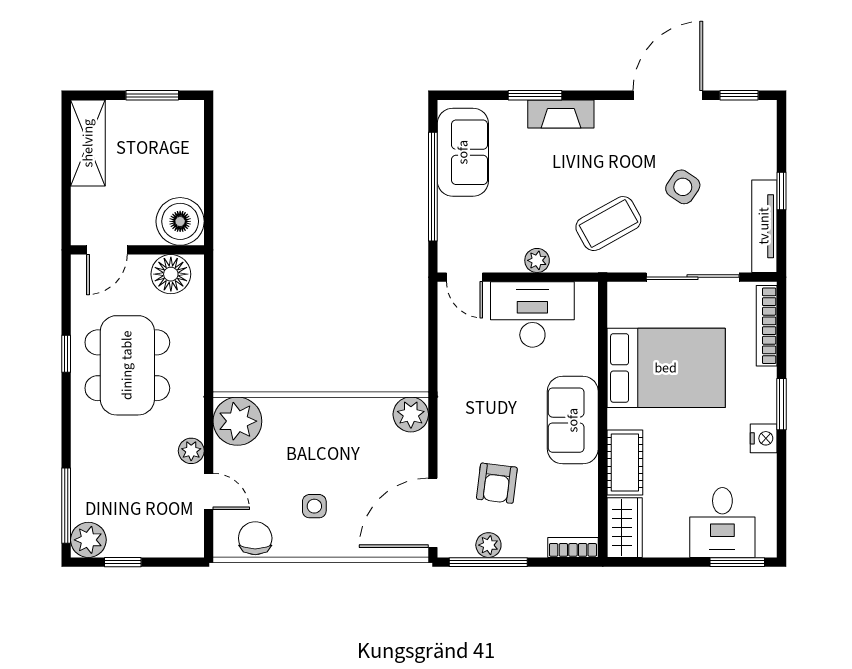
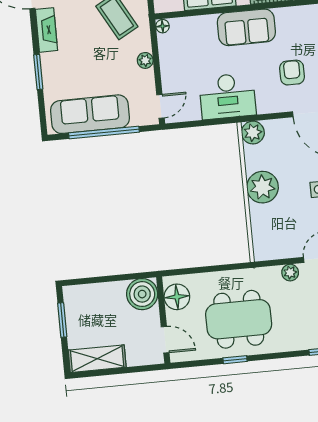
fireplace: (561, 114) -> (46, 30), moved
sofa: (463, 152) -> (90, 114), width x1.36
floor lamp: (587, 292) -> (163, 26), added
desk: (532, 315) -> (227, 96), moved, turned -90
plant: (237, 421) -> (262, 187), moved
armchair: (497, 483) -> (292, 73), turned -97

